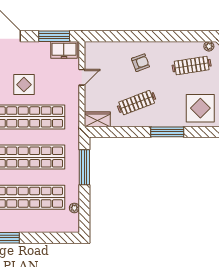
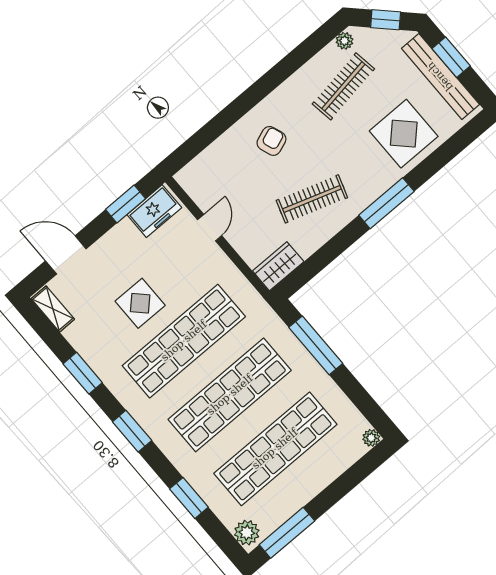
window: (54, 36) -> (125, 204), width x0.69
clothes rail: (137, 103) -> (312, 199), turned 39
plant: (74, 208) -> (371, 438), moved

